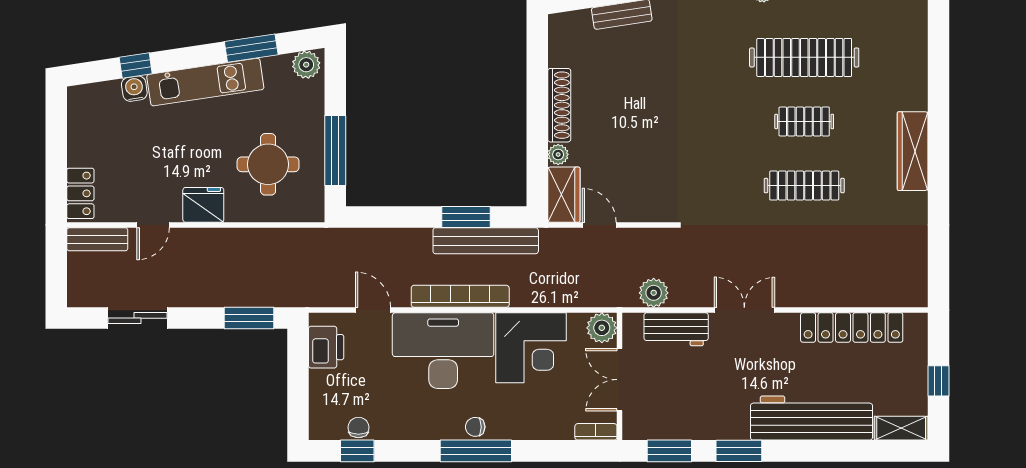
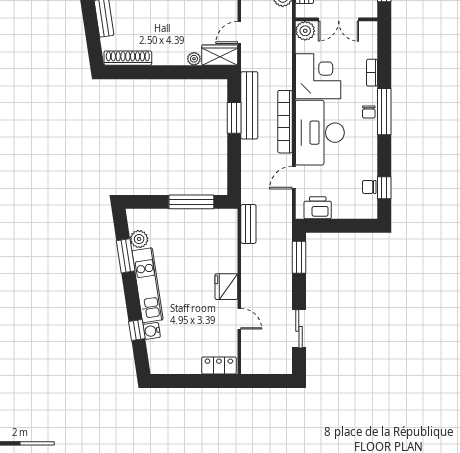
plant: (306, 65) -> (139, 239), moved
shoe rack: (559, 105) -> (128, 58), moved
round table: (268, 164) -> (200, 245), removed
bench: (97, 239) -> (248, 224), moved
bookcase: (596, 432) -> (372, 73), moved

